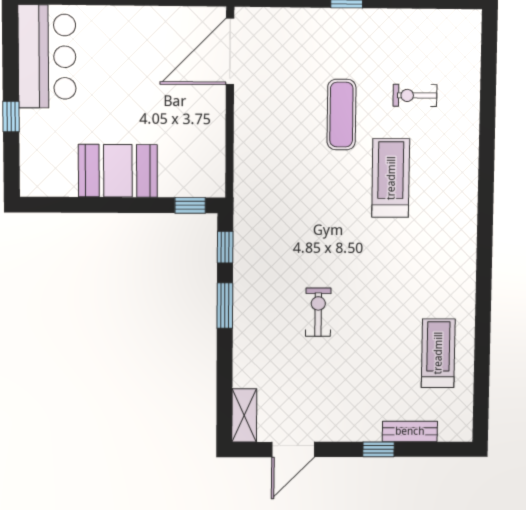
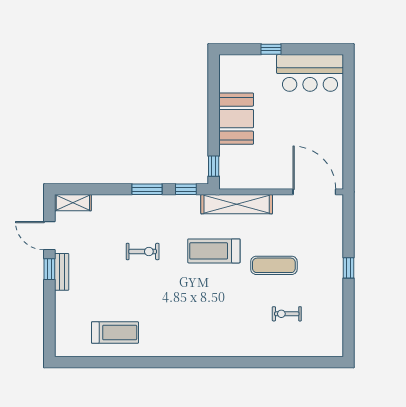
exercise bike: (415, 95) -> (287, 314), turned -90
shelving: (248, 171) -> (237, 204), added
treadmill: (391, 178) -> (214, 251), moved, turned 180
bench: (410, 431) -> (62, 272), moved
window: (378, 449) -> (49, 269), moved

